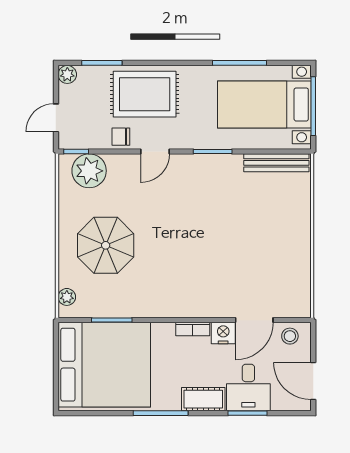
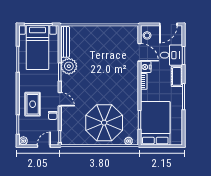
rug: (145, 94) -> (33, 104), width x0.73, depth x0.70
door: (56, 118) -> (44, 146), swing flipped
plant: (89, 171) -> (69, 66), moved
parasol: (106, 245) -> (104, 123), width x1.36, depth x1.36
bed: (104, 365) -> (155, 123), width x0.73

